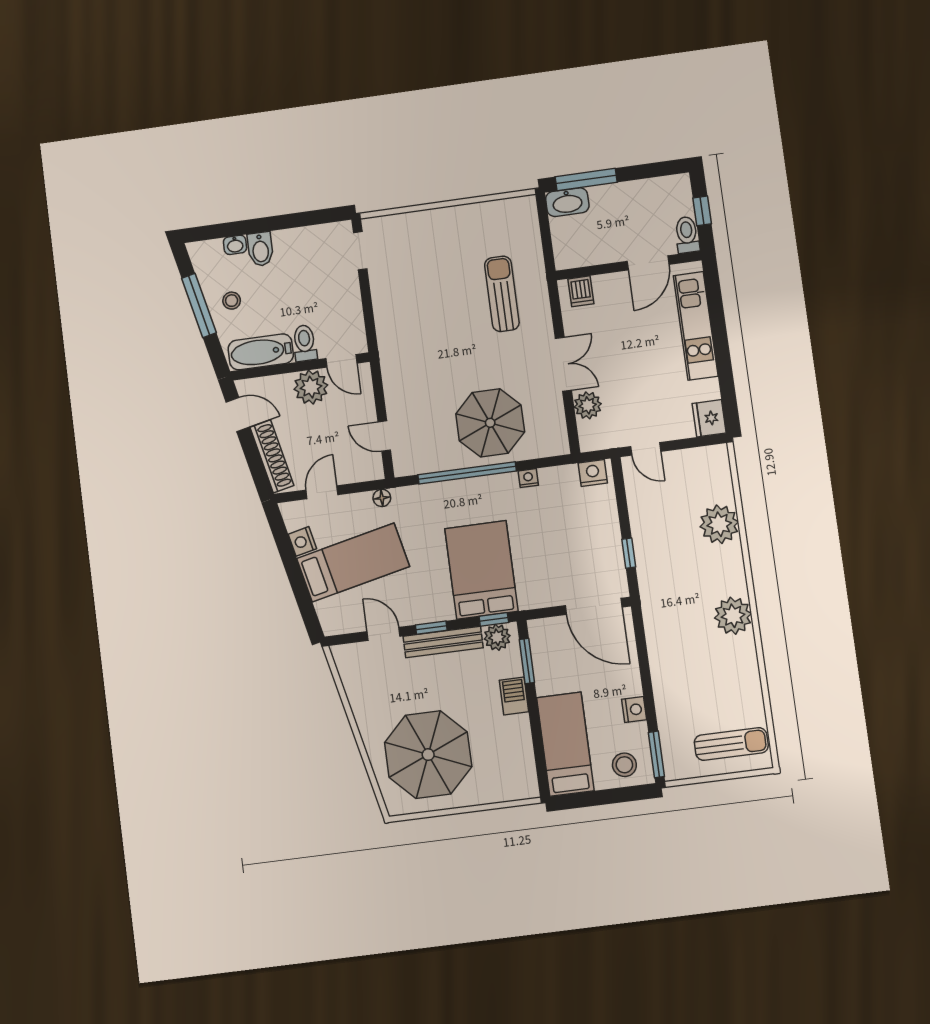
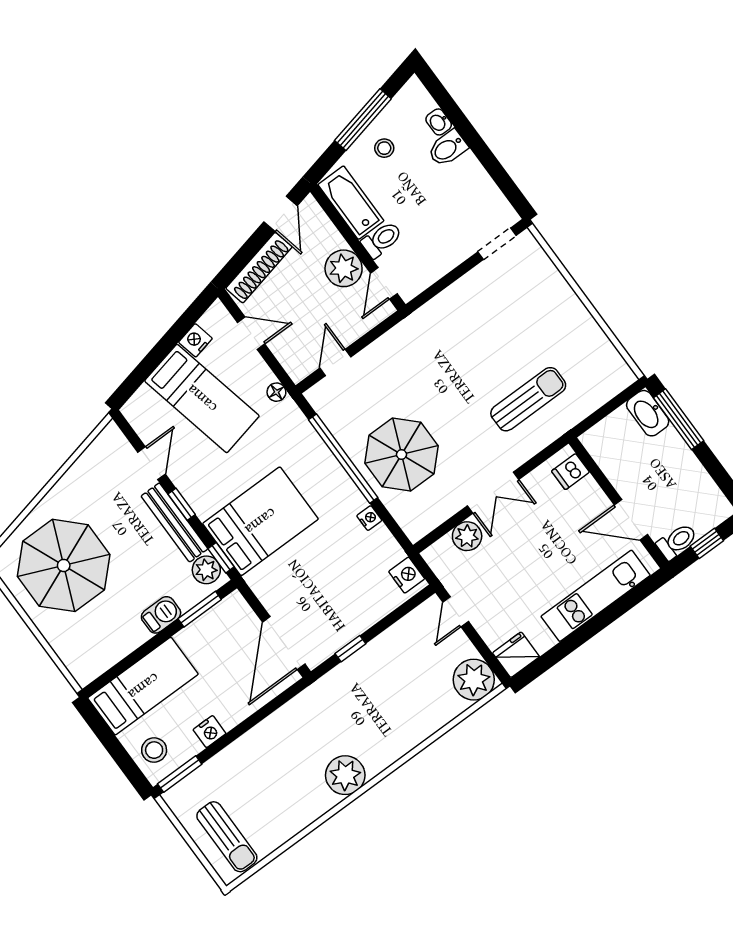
plant: (719, 524) -> (474, 680), moved

